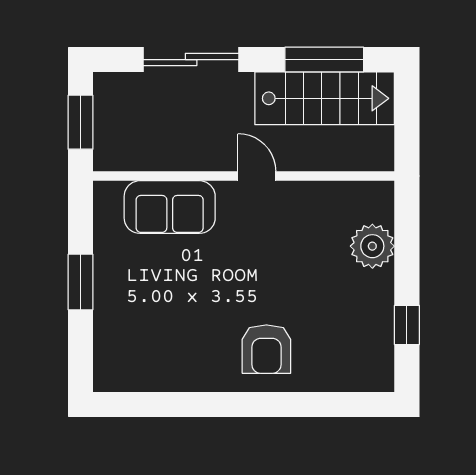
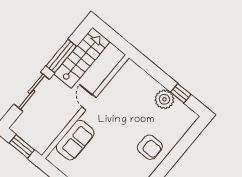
window: (324, 60) -> (61, 56), moved
door: (257, 176) -> (89, 102), hinge flipped
plant: (372, 246) -> (164, 99), moved

